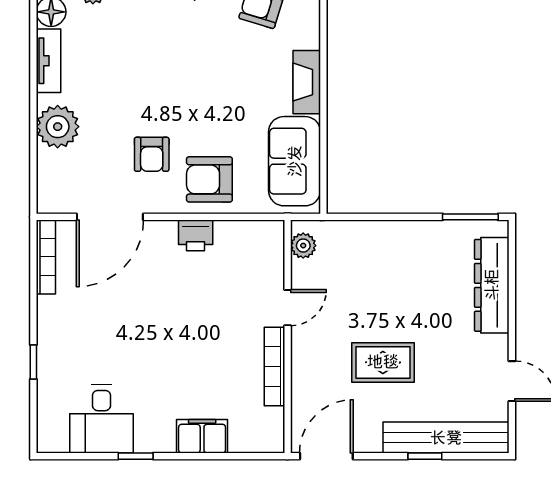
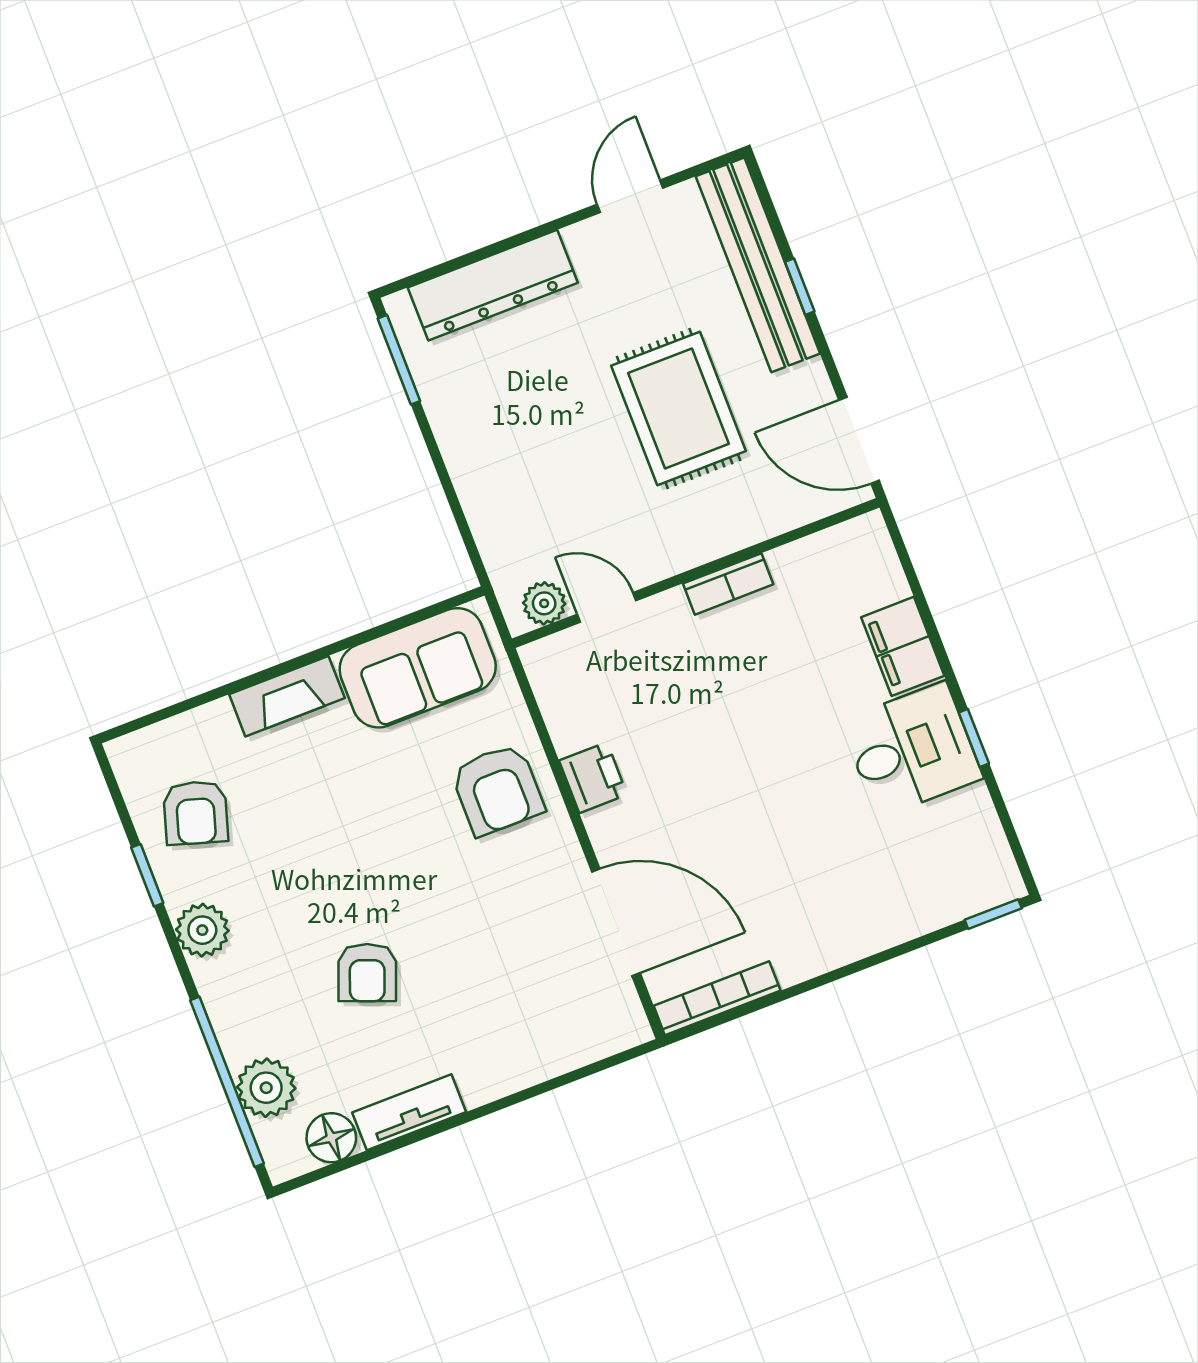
plant: (58, 127) -> (506, 1058), removed
armchair: (152, 154) -> (367, 973), moved, turned 111
door: (288, 308) -> (607, 607), moved
window: (33, 362) -> (993, 914), moved
rug: (383, 362) -> (679, 408), width x1.36, depth x1.43
bookcase: (274, 366) -> (728, 584), width x0.64
desk: (102, 419) -> (912, 750), moved

